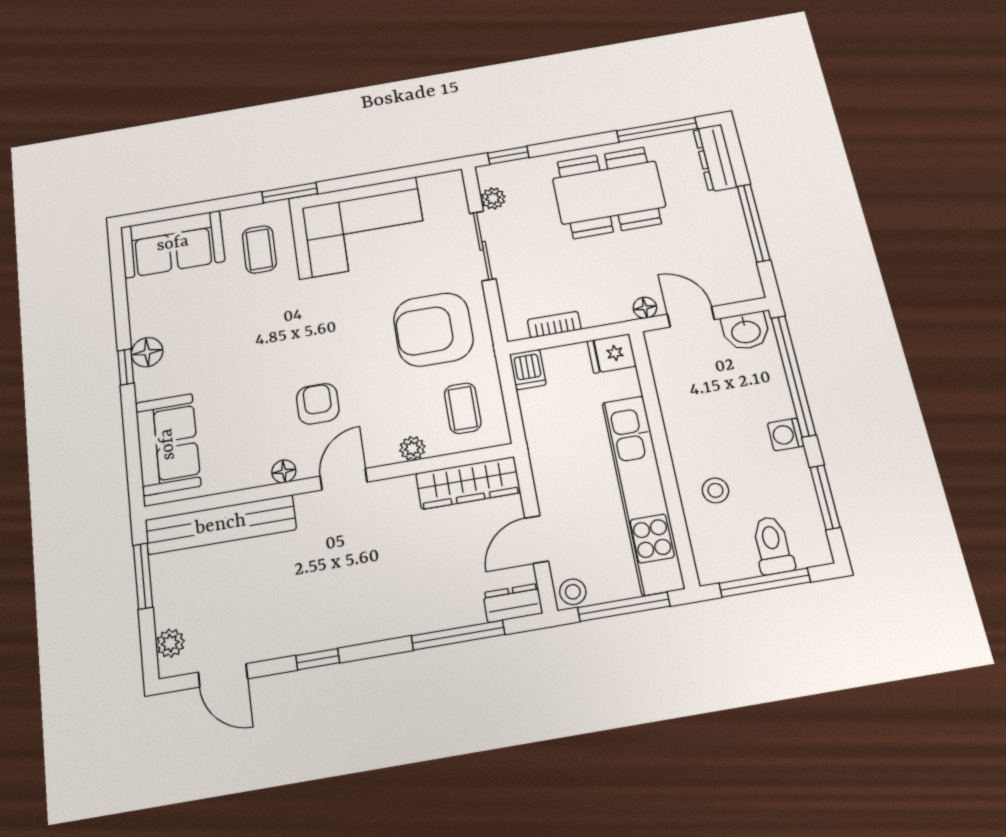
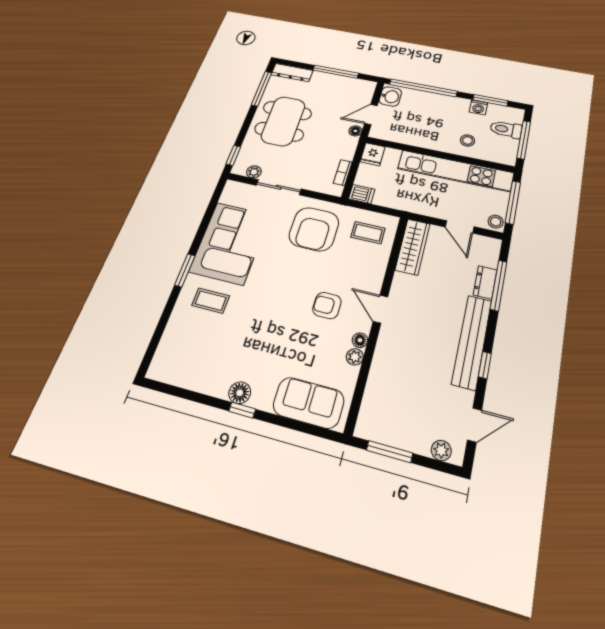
sofa: (173, 244) -> (176, 350), removed
washing machine: (786, 434) -> (478, 107), moved
plant: (412, 448) -> (355, 357), moved
bench: (221, 525) -> (472, 342), moved
dresser: (513, 603) -> (485, 282), moved

